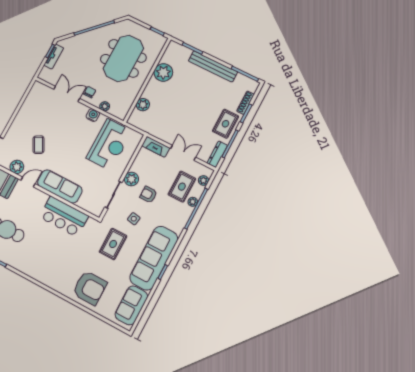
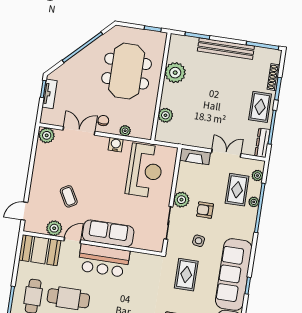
plant: (39, 89) -> (47, 135), added
bar counter: (64, 217) -> (104, 261), moved

